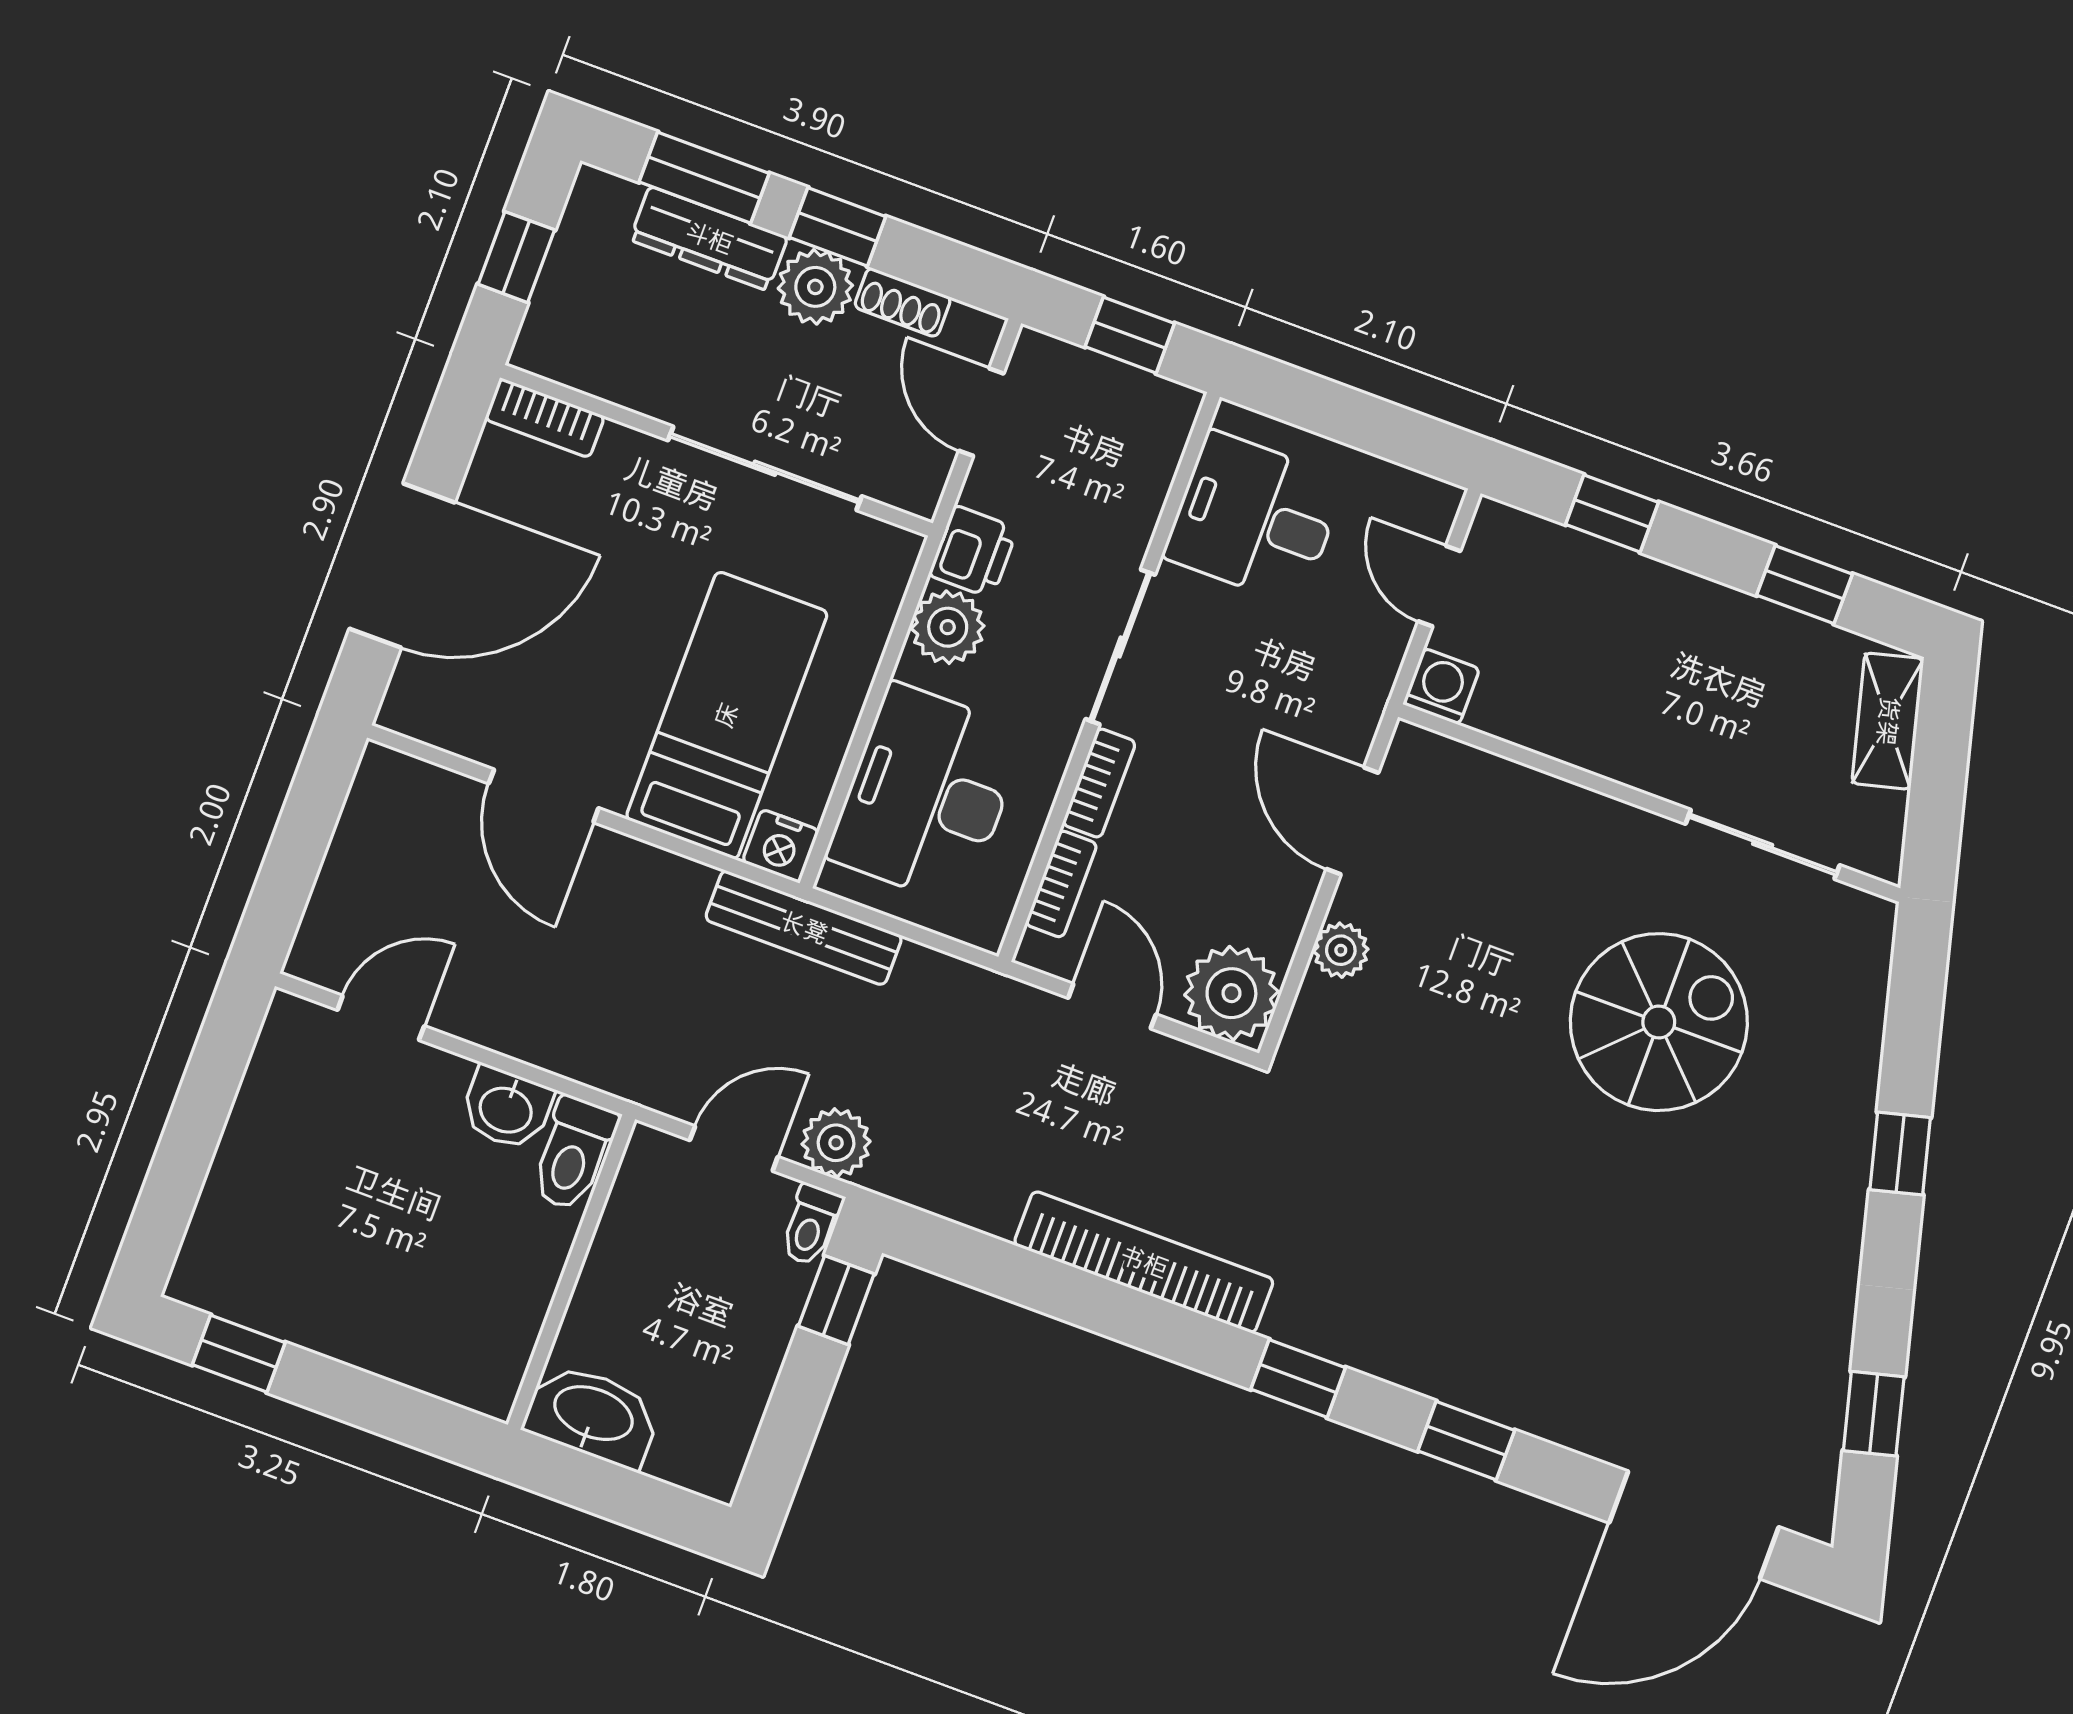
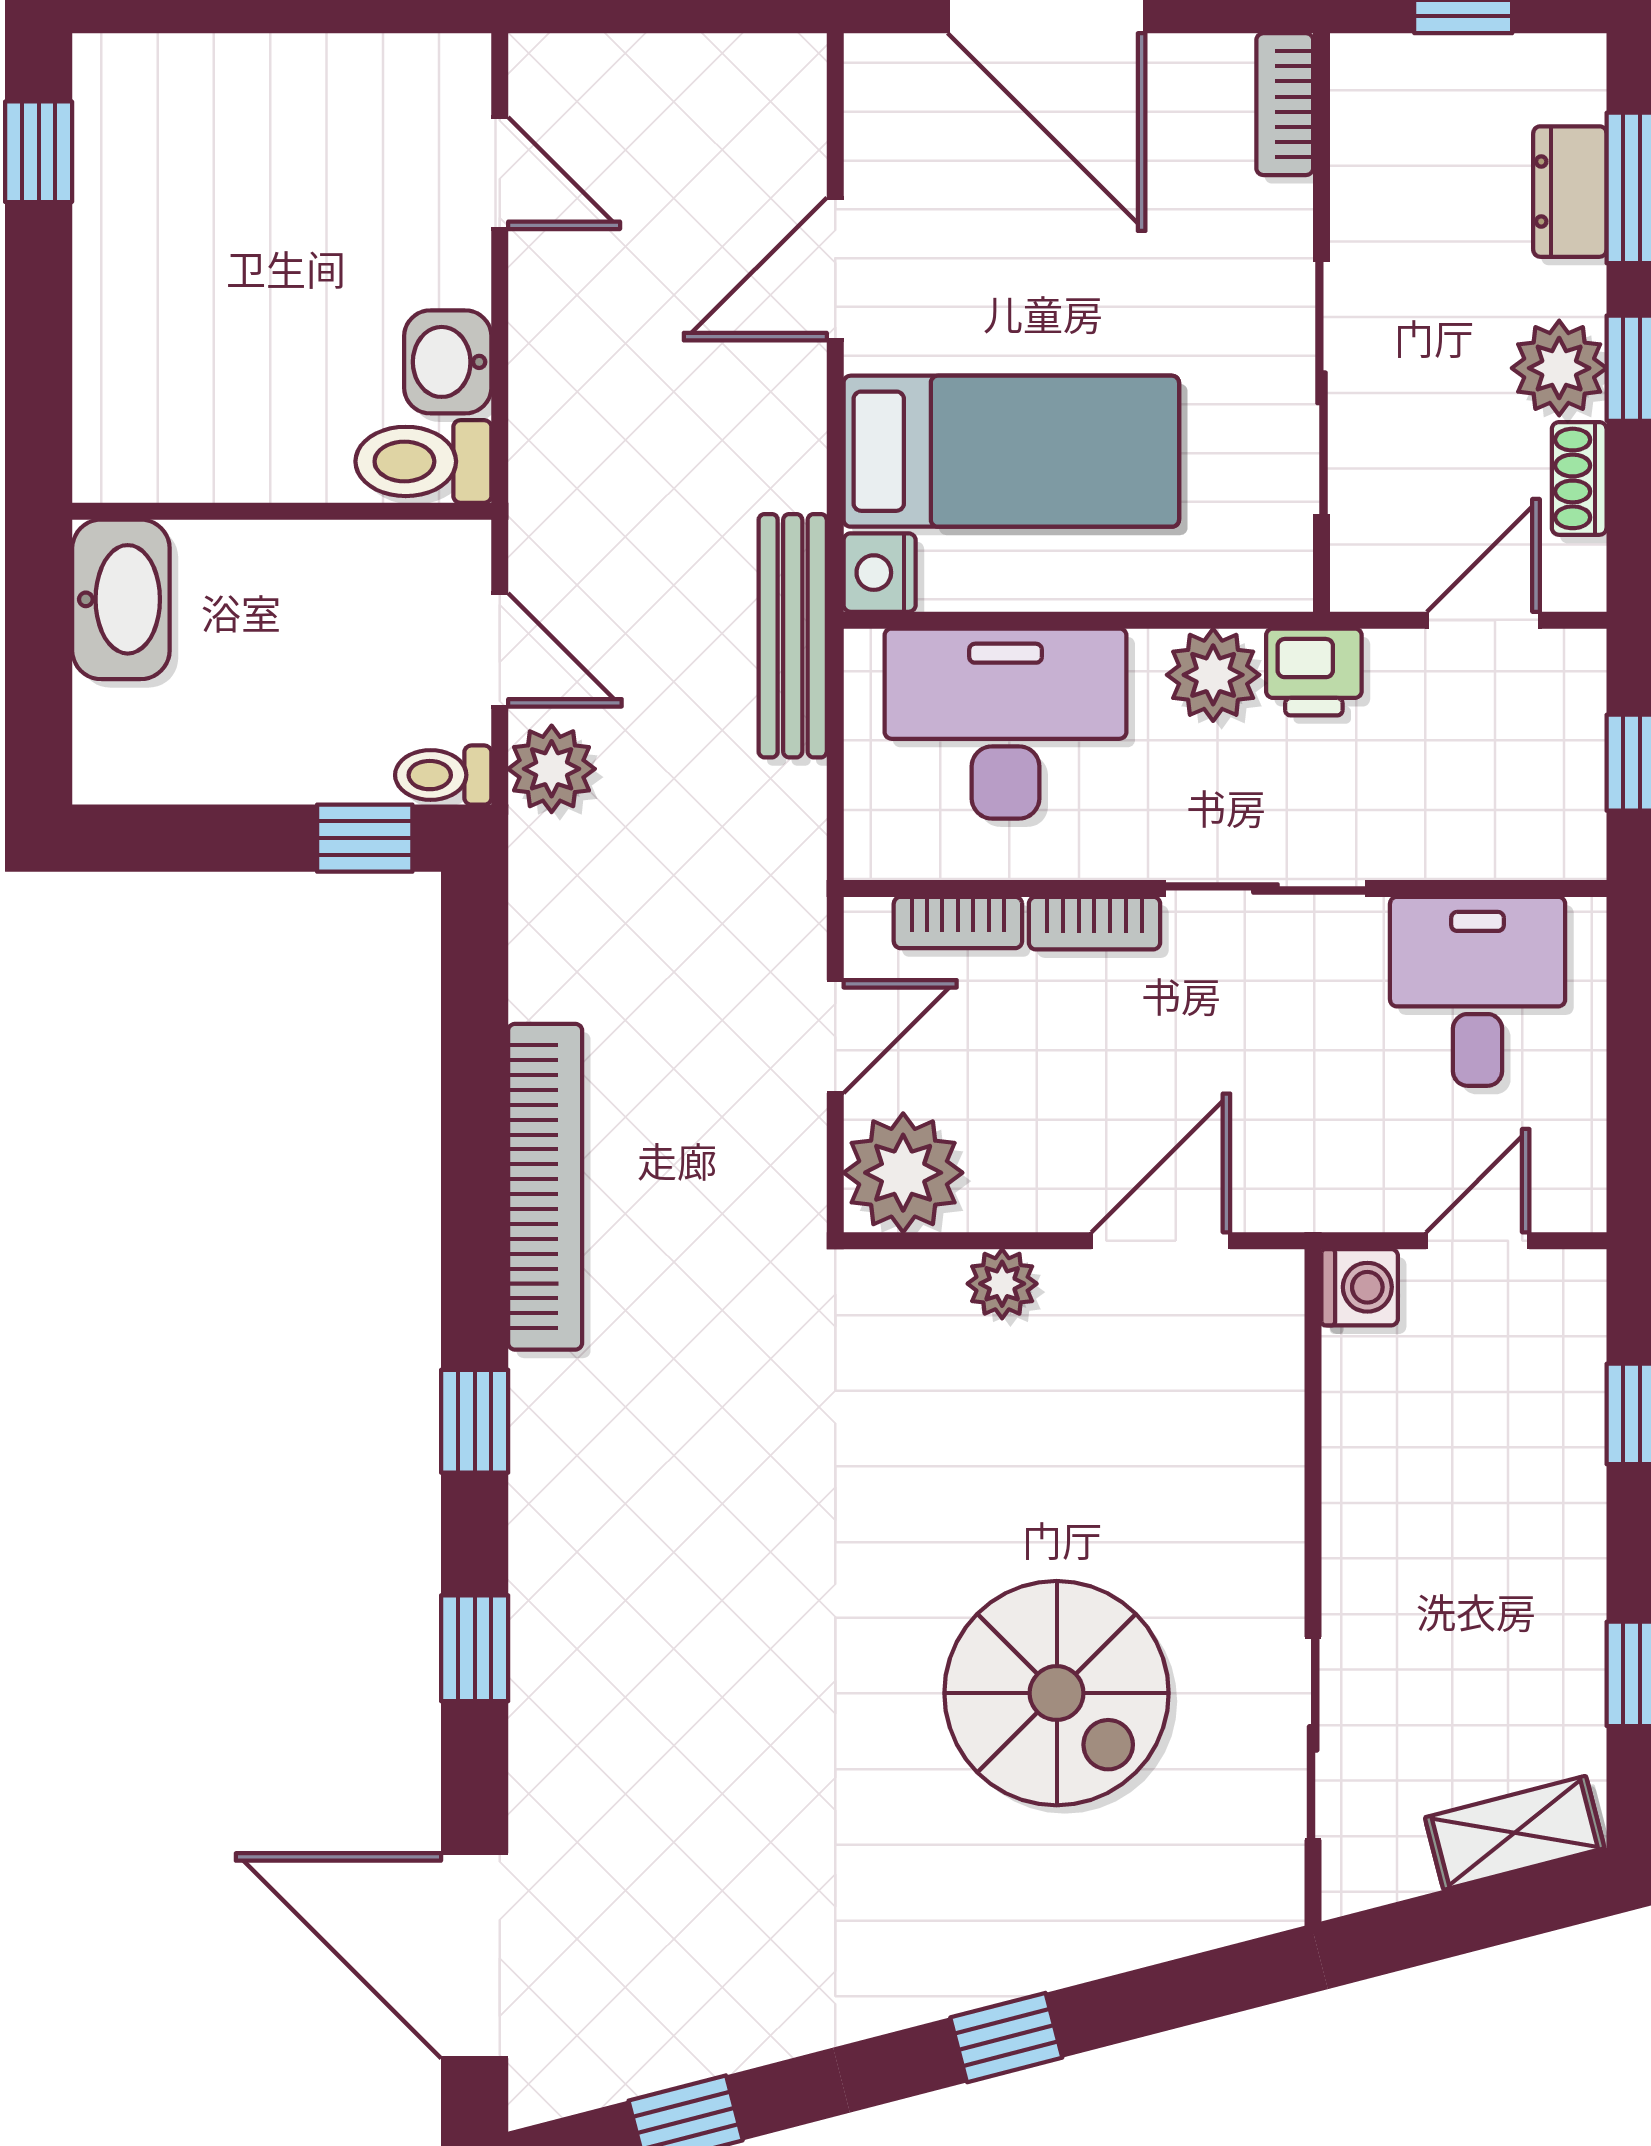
dresser: (709, 238) -> (1570, 192), width x0.70

